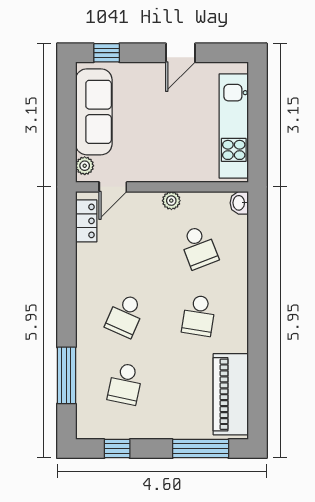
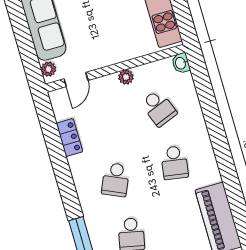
locker: (86, 221) -> (70, 137), moved

